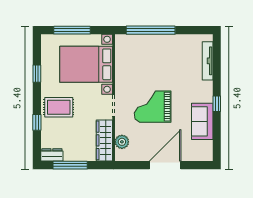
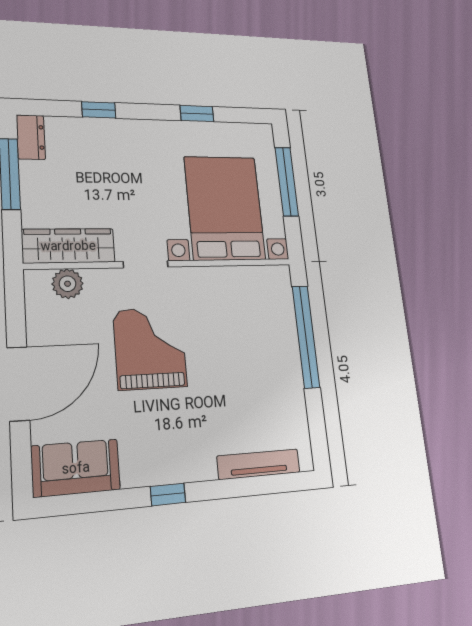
rug: (59, 107) -> (133, 153), removed
sofa: (202, 121) -> (76, 468), moved
door: (165, 165) -> (18, 384), hinge flipped

